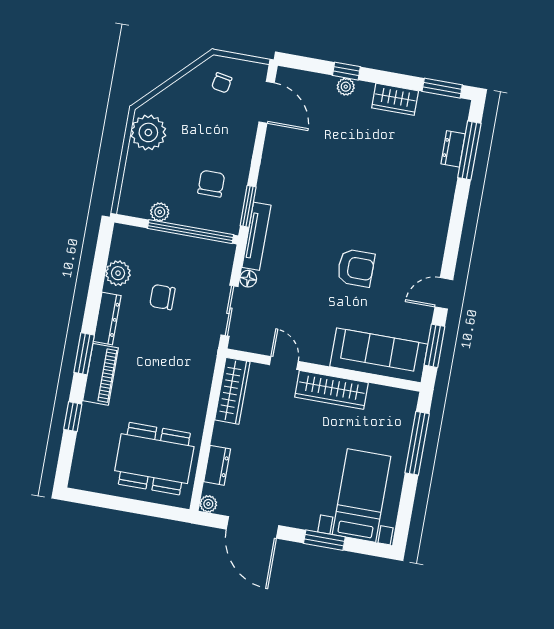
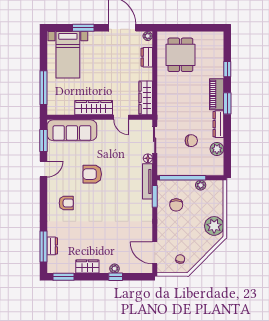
armchair: (413, 223) -> (66, 203), added
dining table: (154, 459) -> (180, 55), width x0.73

